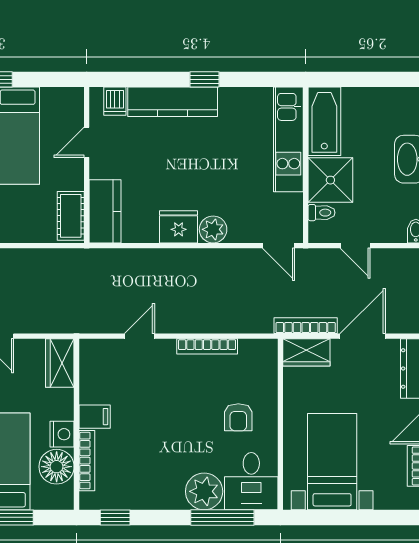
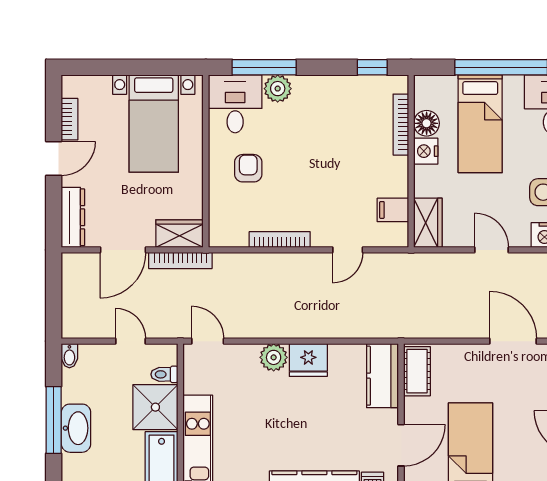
door: (87, 142) -> (401, 445), width x1.38
filing cabinet: (95, 417) -> (393, 210), moved
floor lamp: (57, 467) -> (427, 123), width x0.73, depth x0.73
plant: (204, 491) -> (278, 89), width x0.73, depth x0.73

